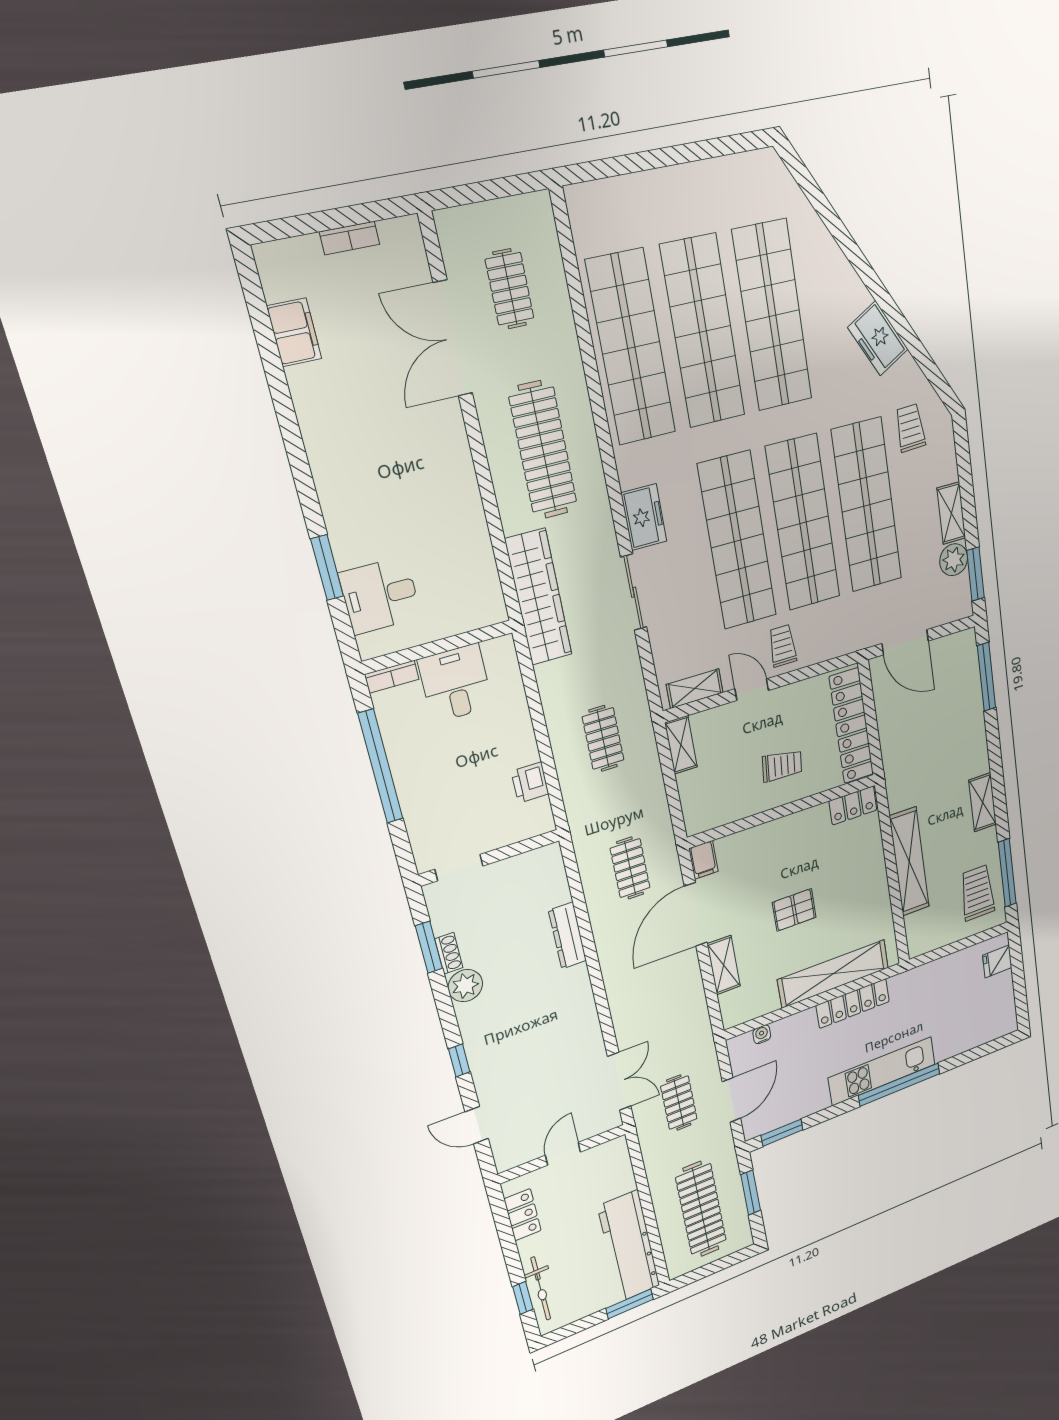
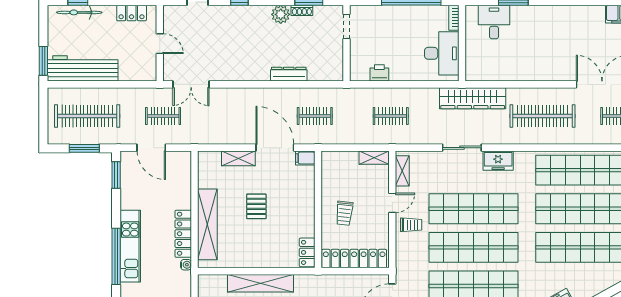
desk: (456, 683) -> (442, 53), width x1.37
water cooler: (762, 1034) -> (186, 265), moved

